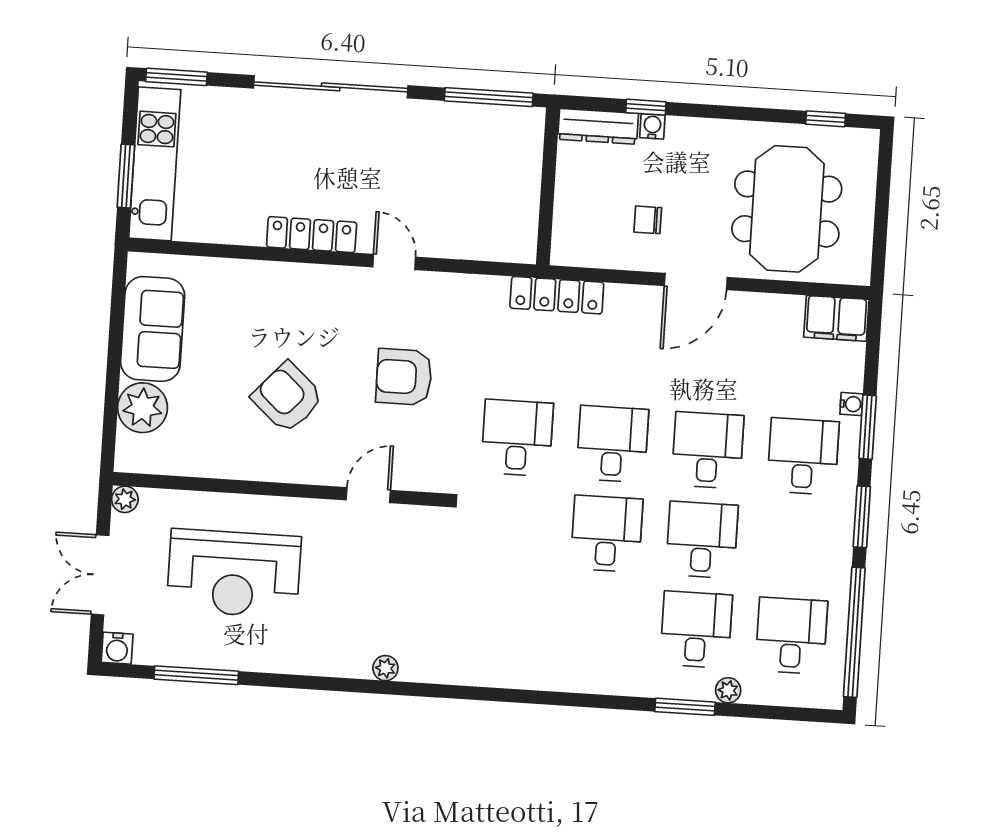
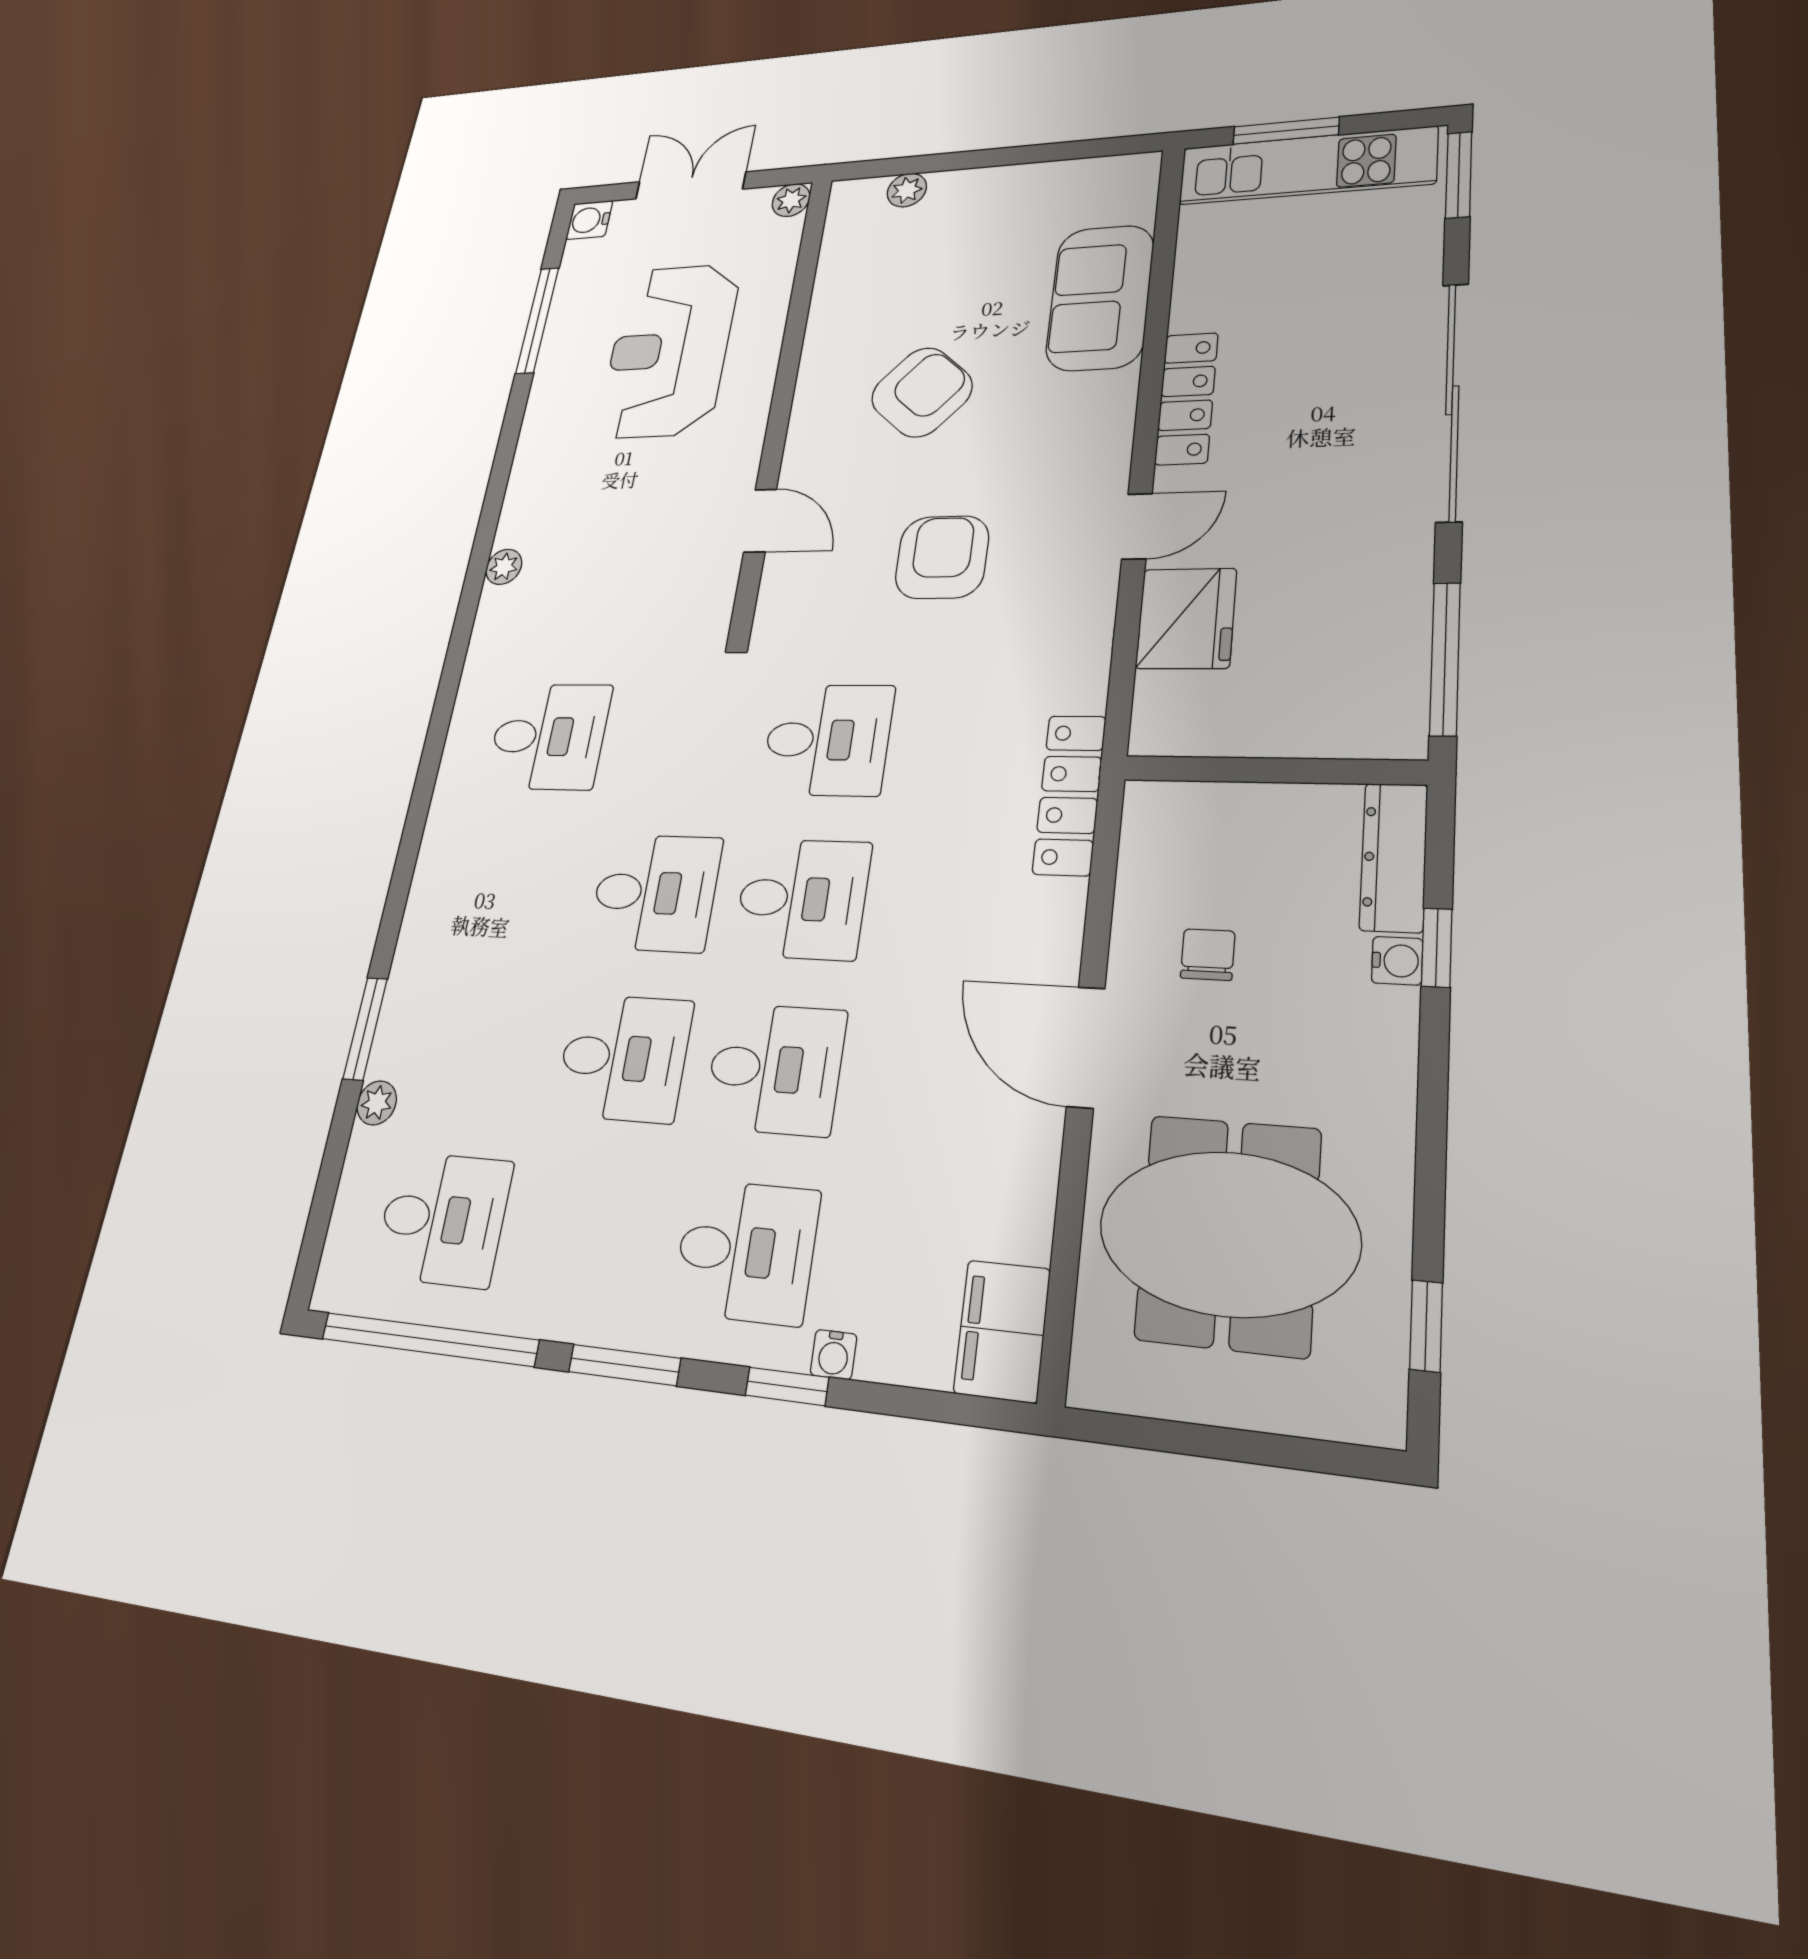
fridge: (455, 233) -> (1186, 618), added
sofa: (153, 329) -> (1100, 298), moved, turned 90
plant: (143, 408) -> (907, 190), width x0.53, depth x0.53
window: (868, 427) -> (787, 1386), width x0.67
desk: (696, 630) -> (548, 737), moved

